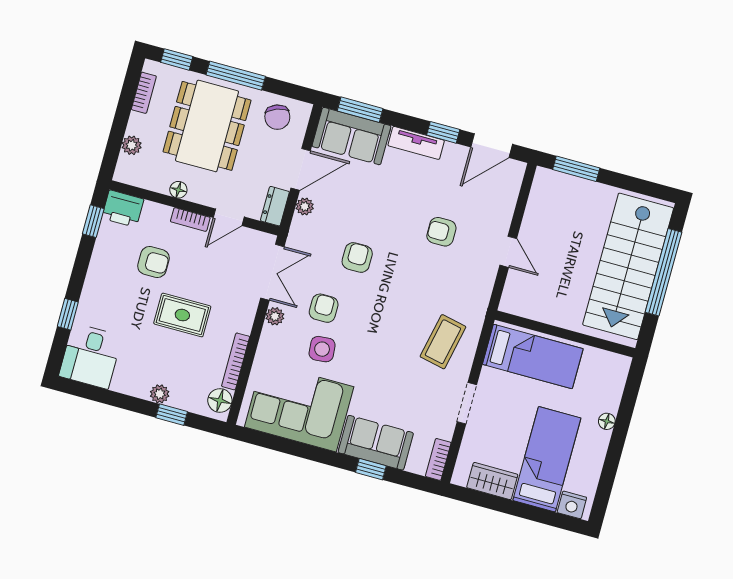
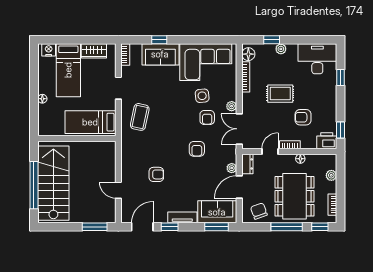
door: (508, 252) -> (118, 190), moved
desk: (91, 356) -> (317, 59), width x1.37

